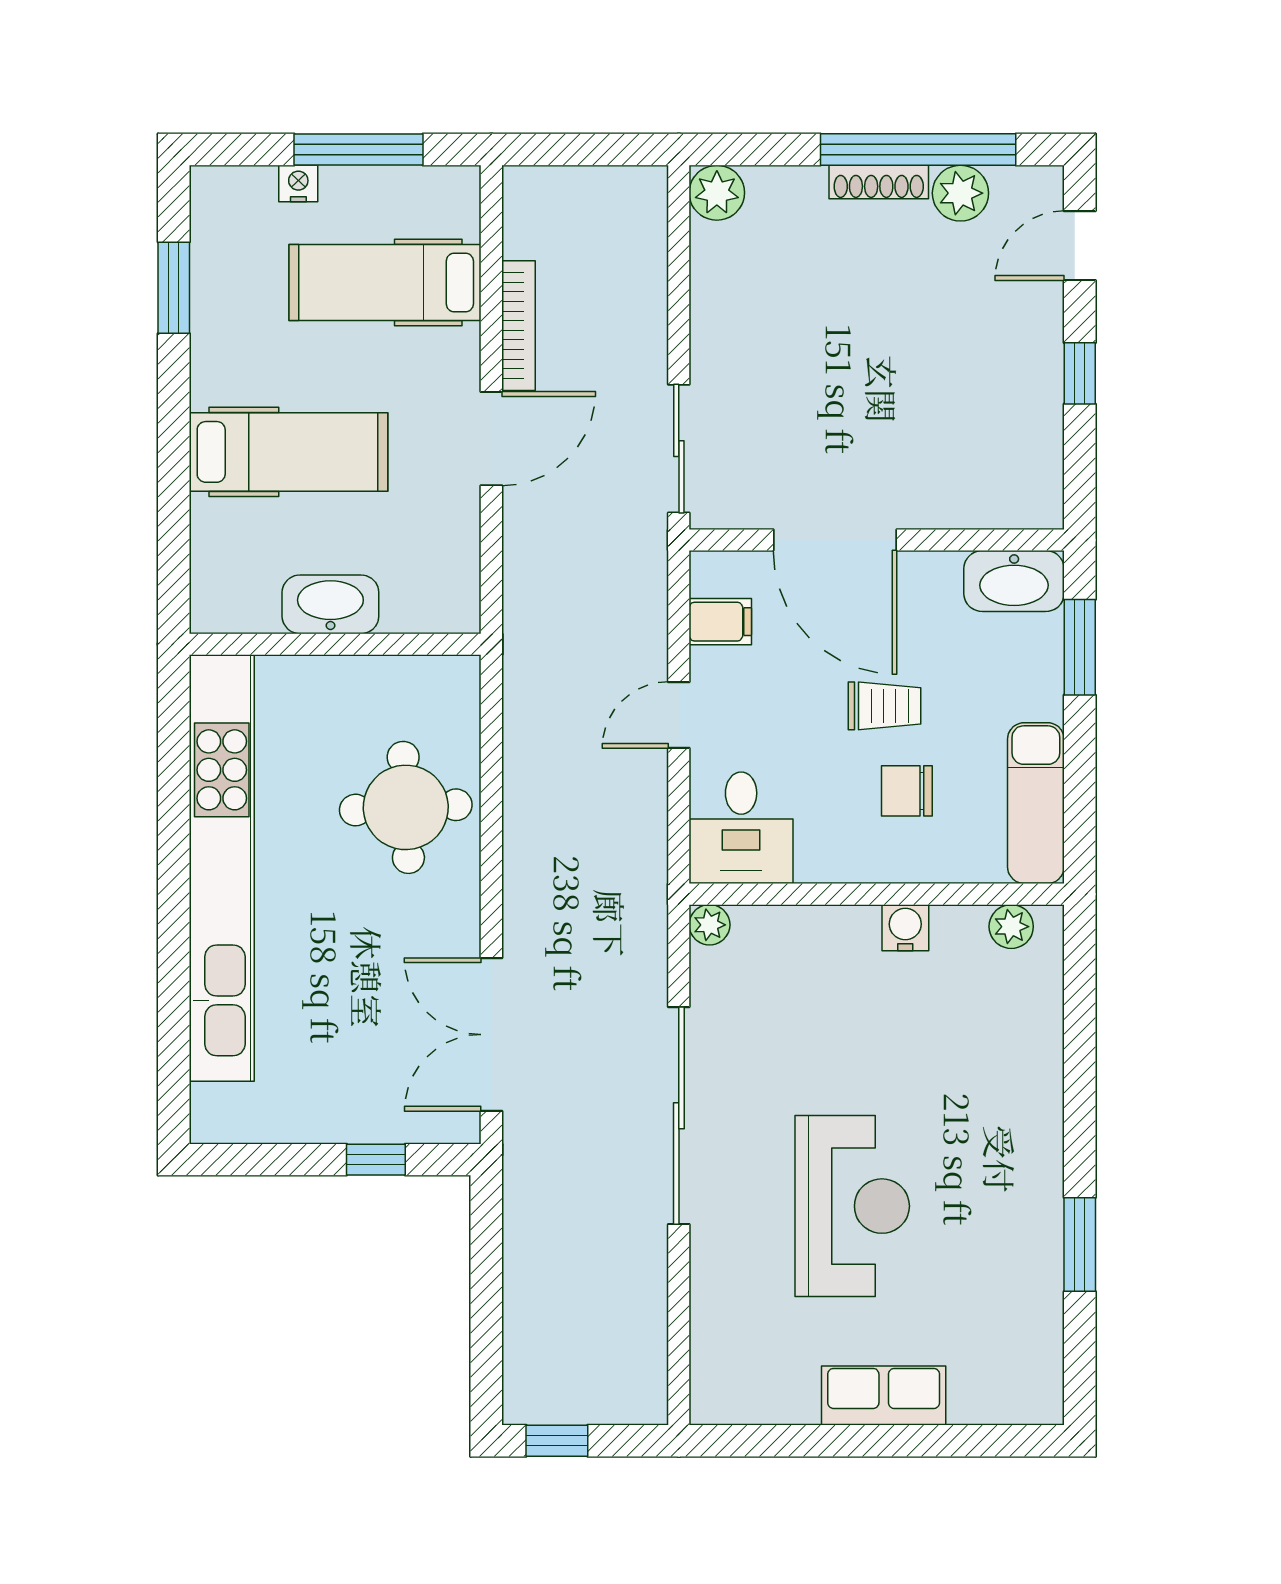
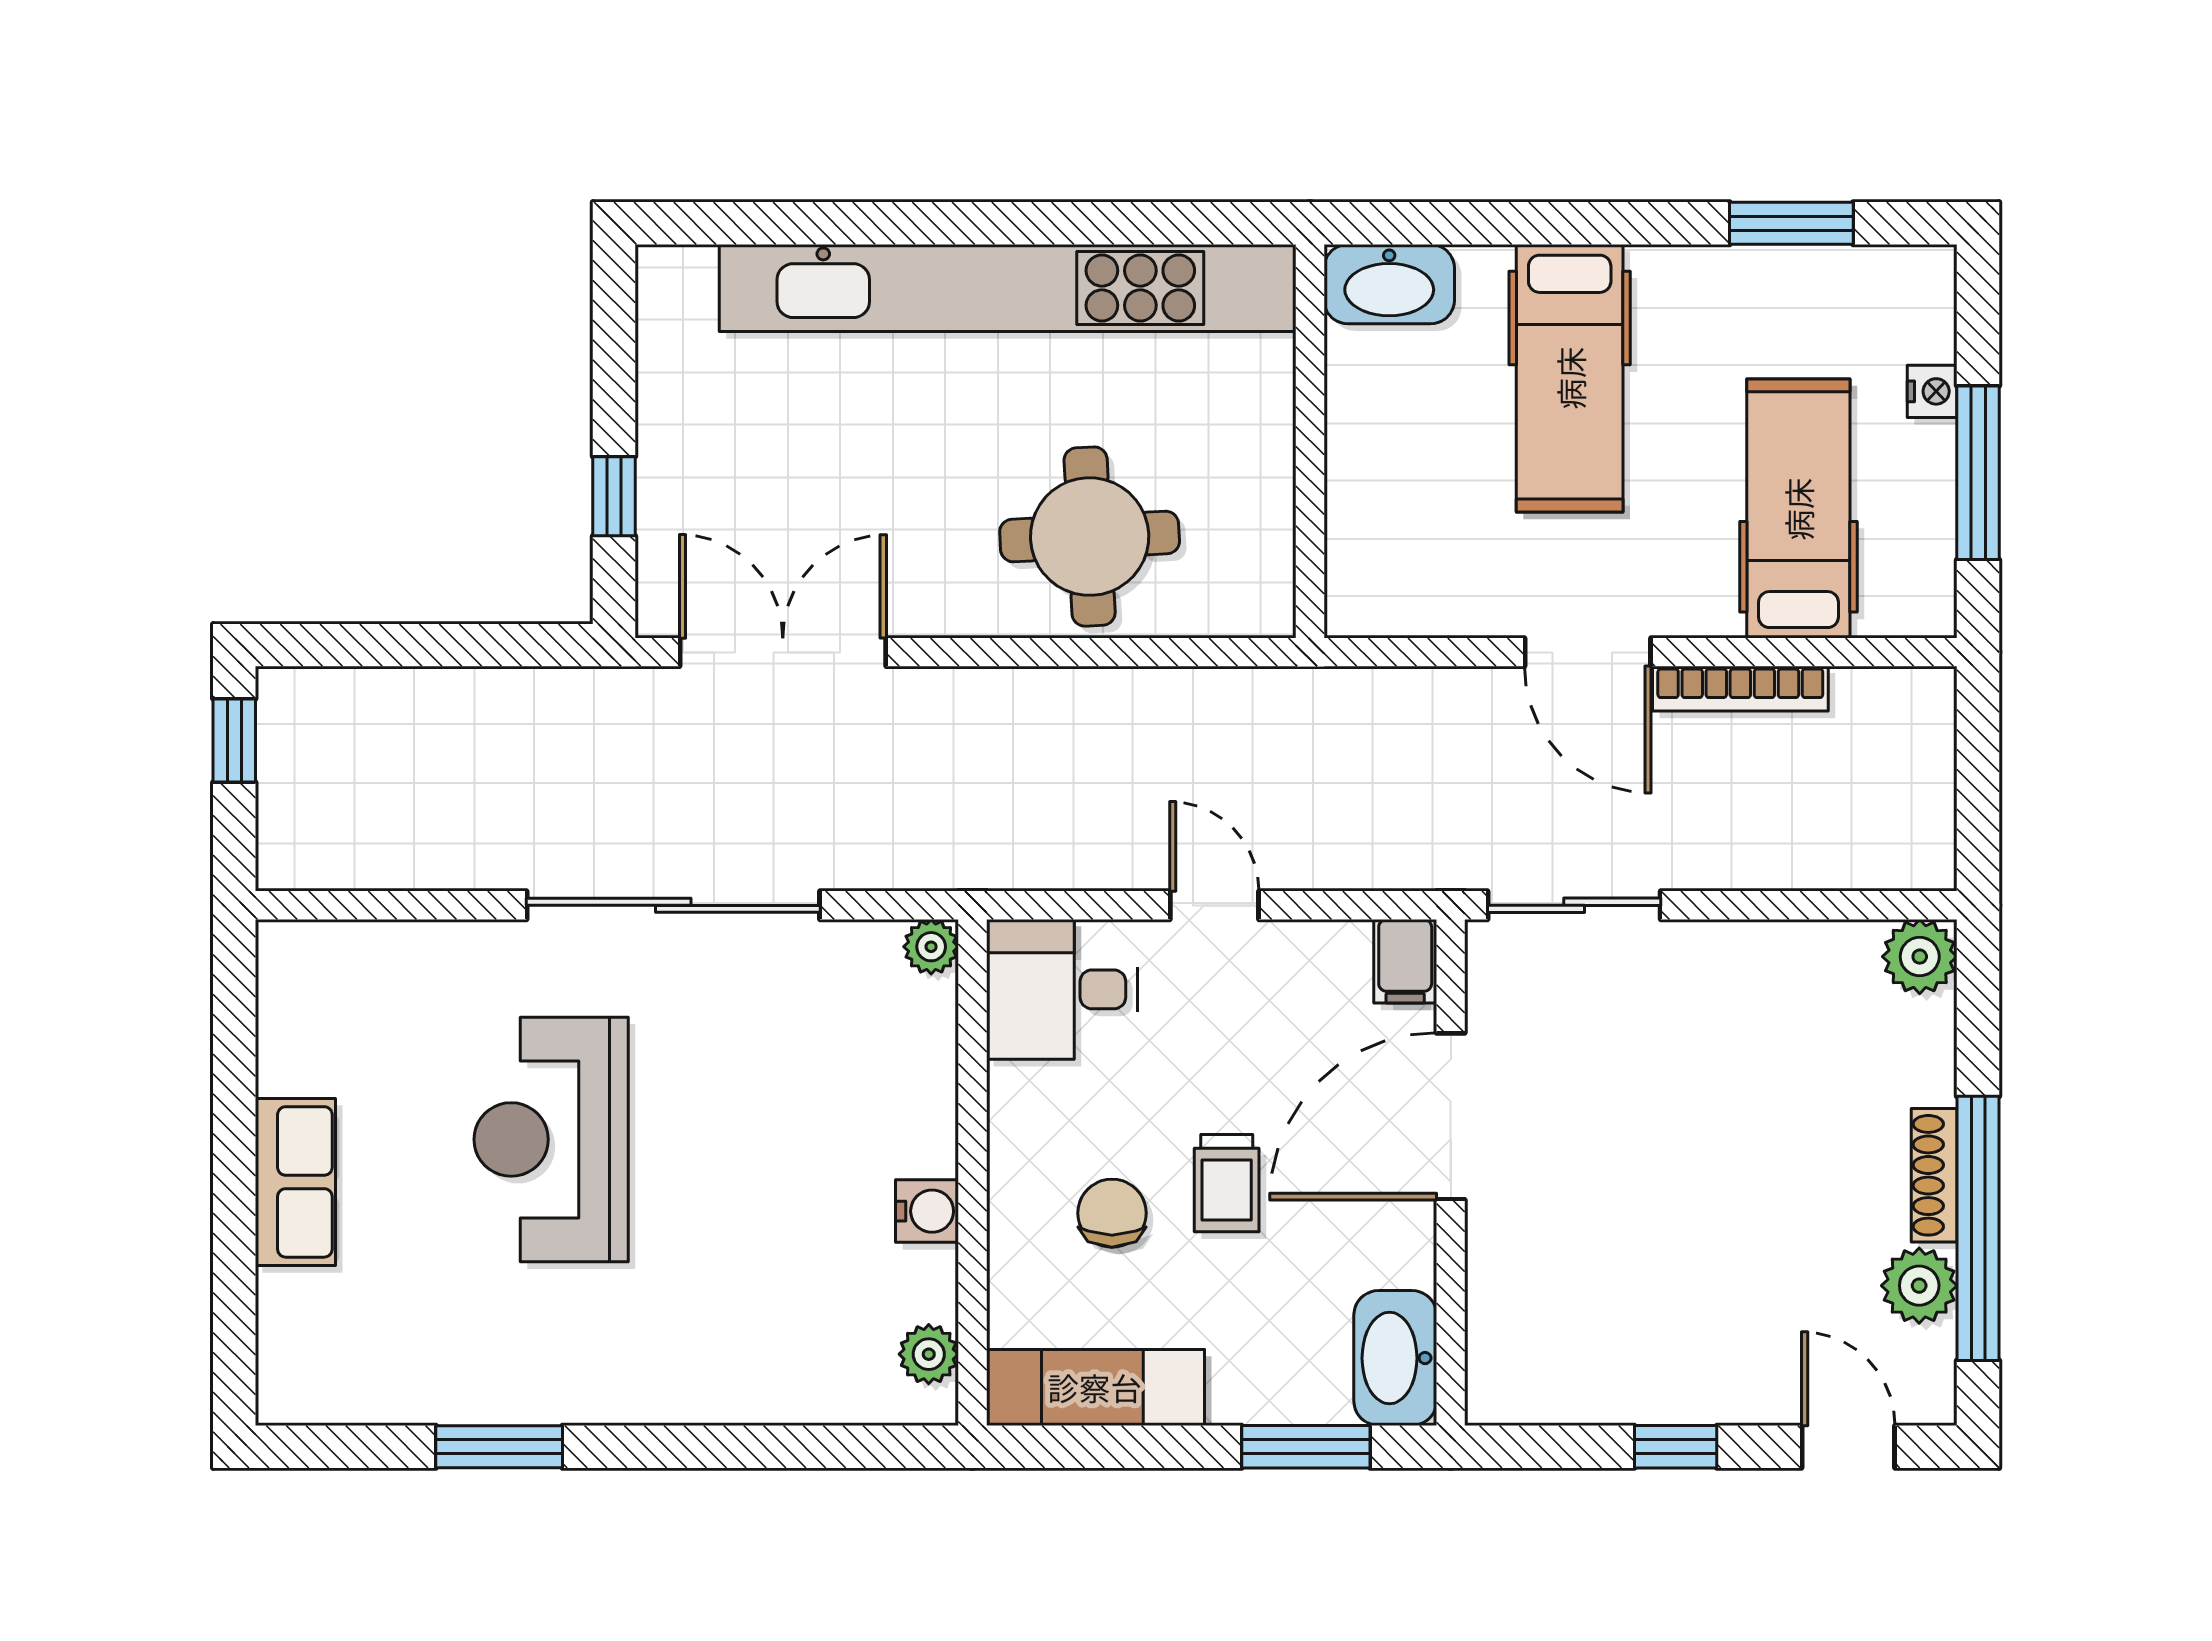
washbasin: (330, 604) -> (1389, 284), moved, turned 90
filing cabinet: (720, 622) -> (1405, 961), moved
reception desk: (852, 1206) -> (551, 1139), turned 90

